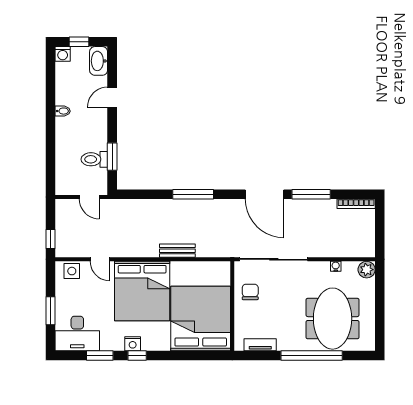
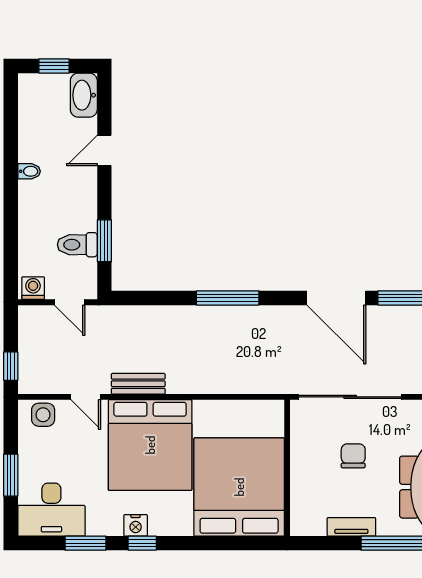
washing machine: (63, 54) -> (33, 288), moved, turned 180
bench: (177, 251) -> (138, 384), moved
chair: (250, 292) -> (353, 456), moved
tv unit: (260, 345) -> (351, 527), moved

